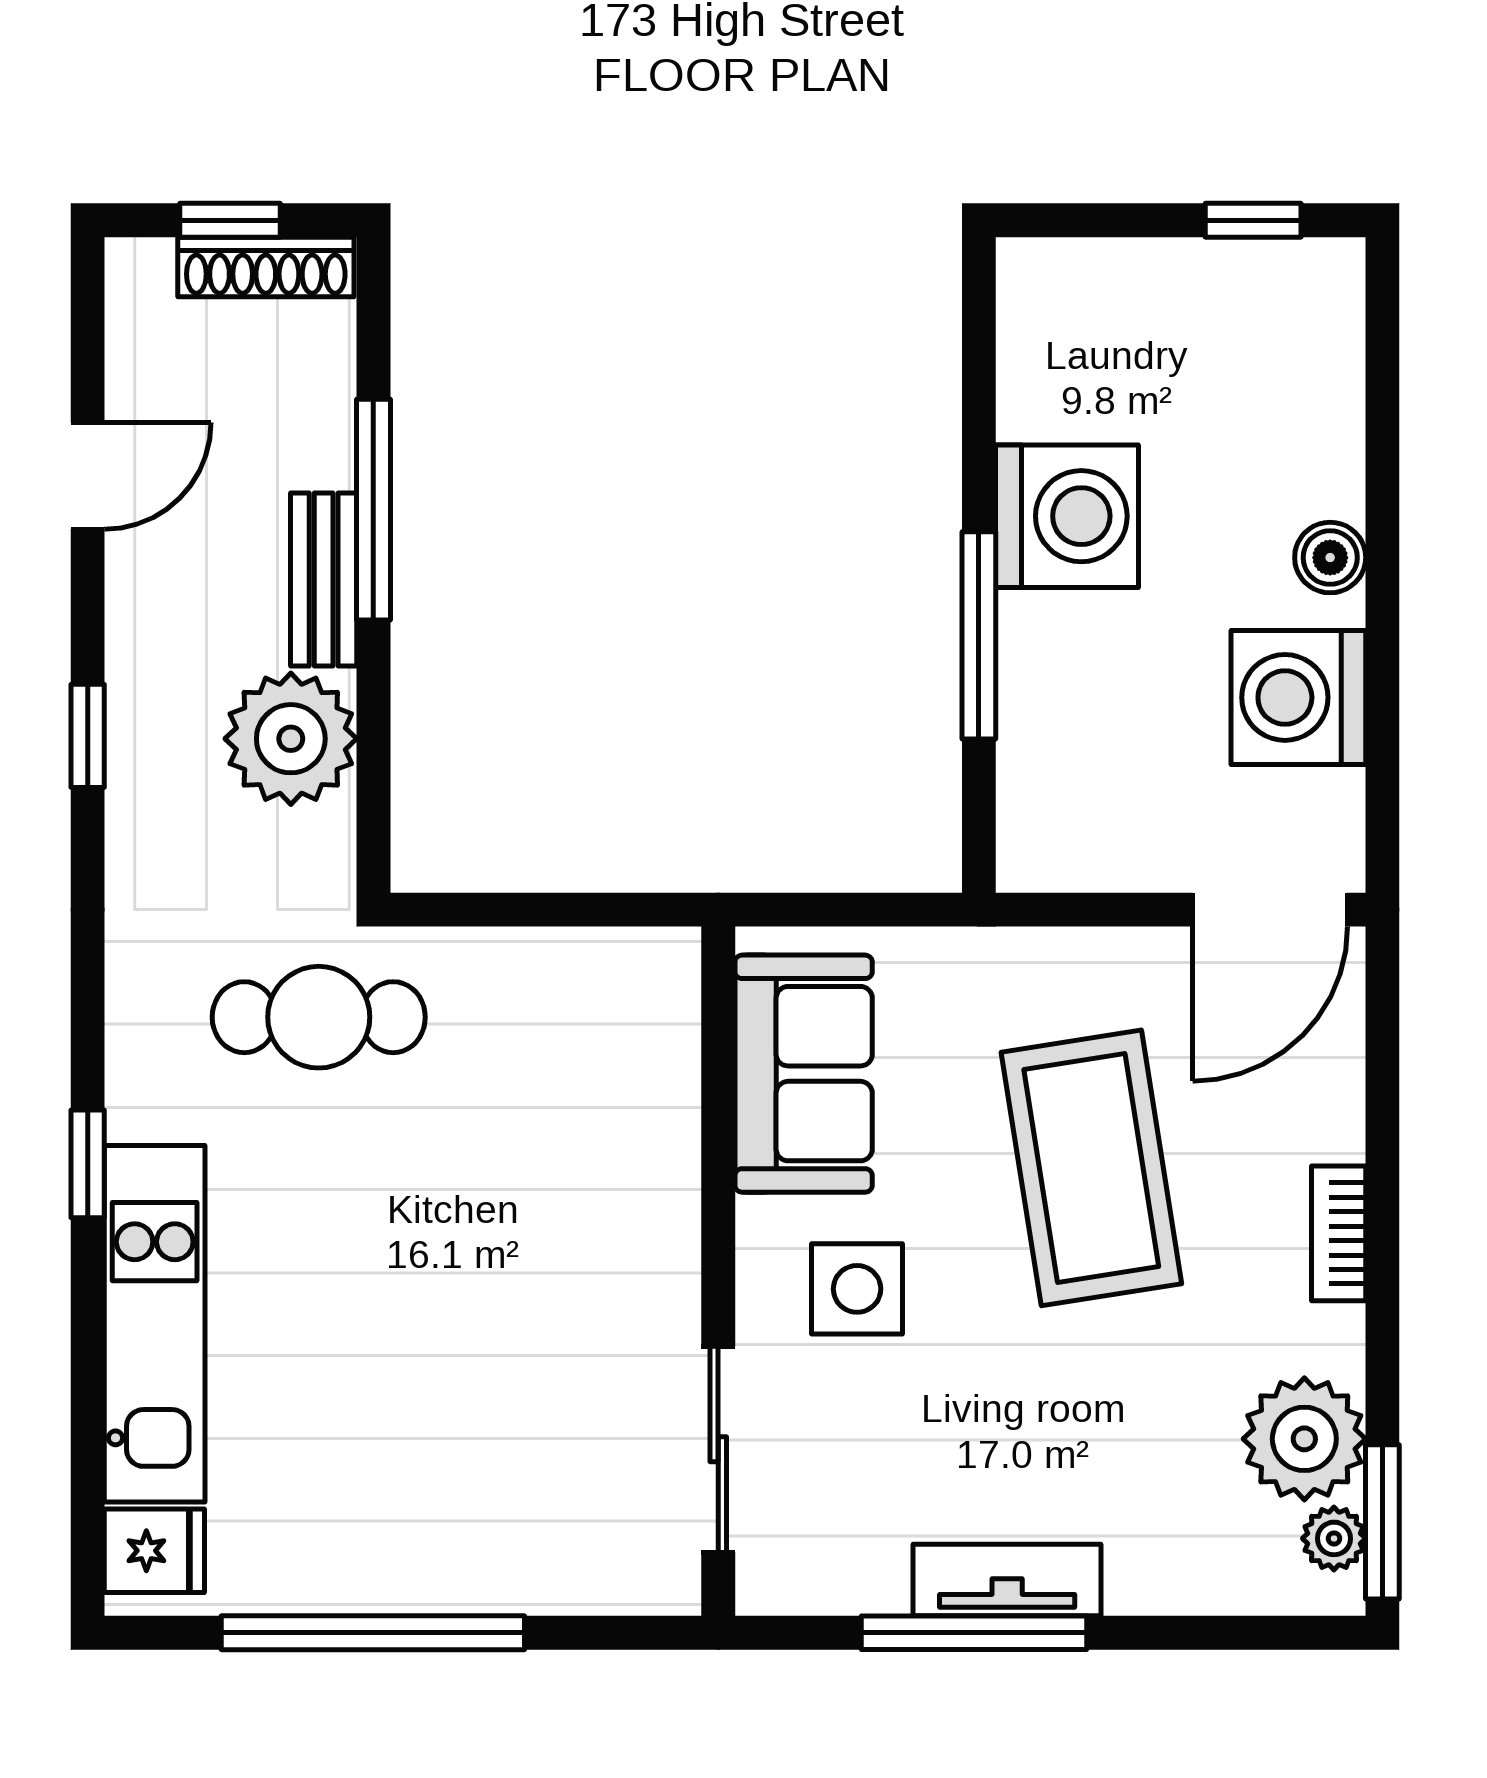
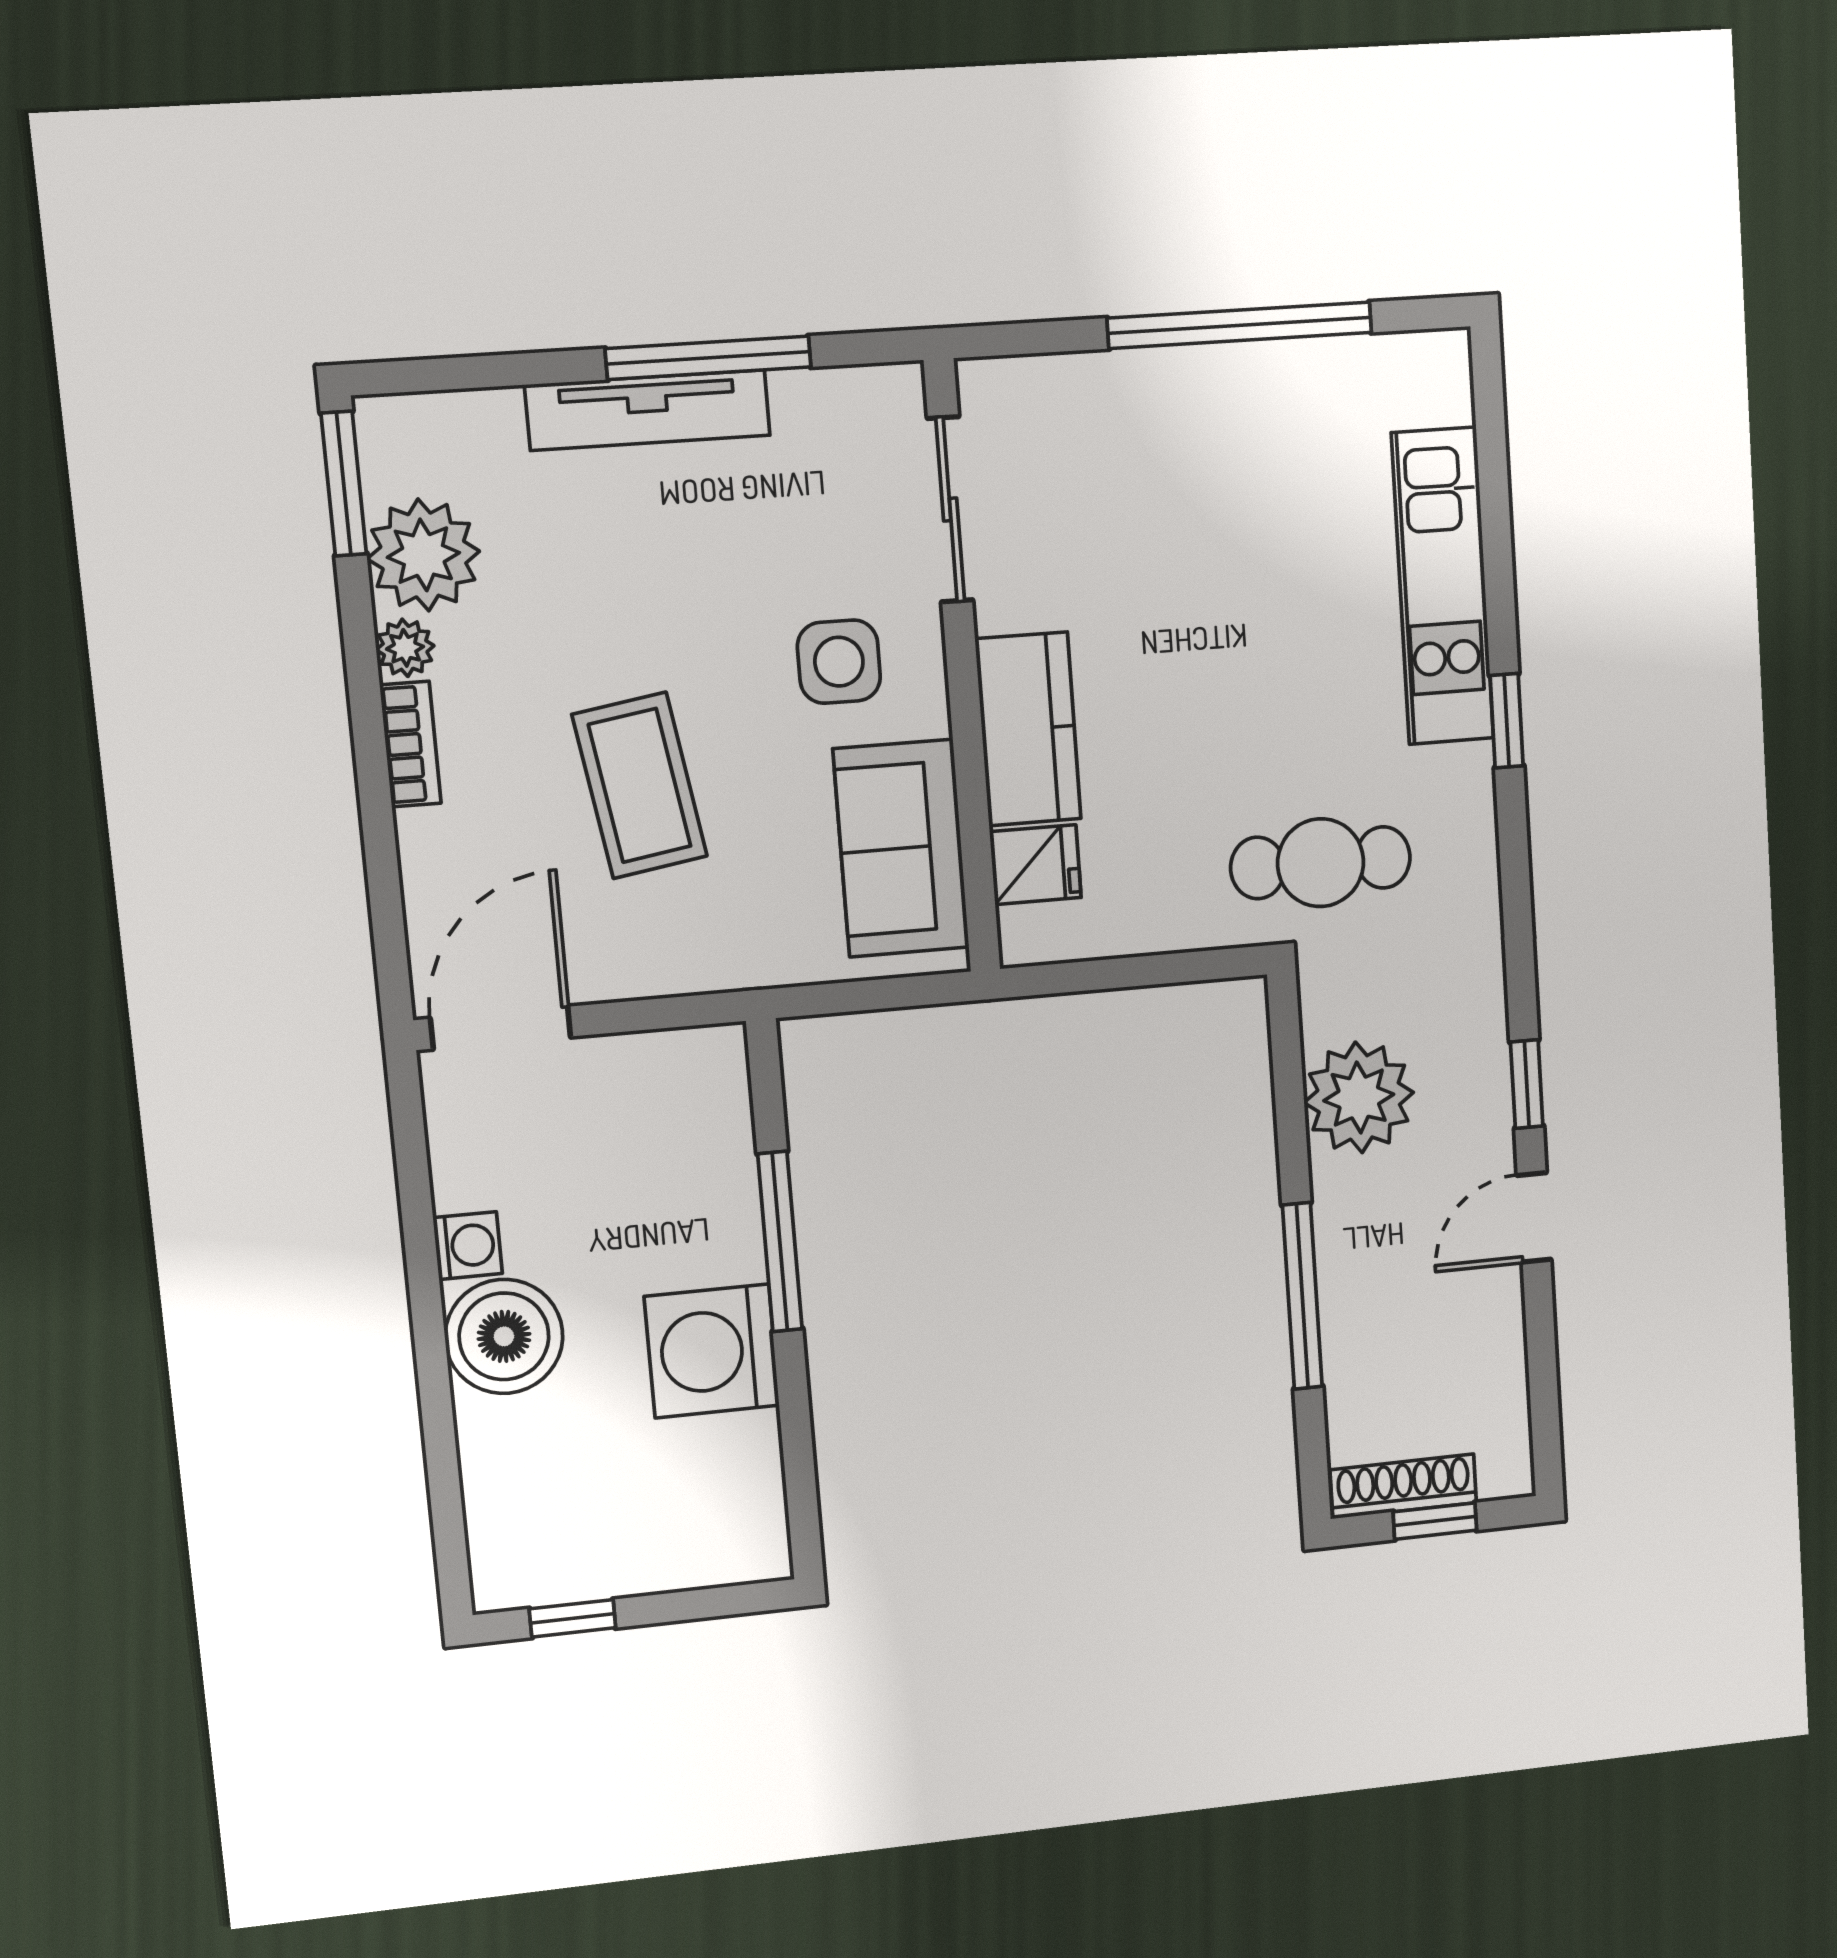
door: (88, 476) -> (1534, 1217), moved
boiler: (1330, 558) -> (504, 1336), width x1.86, depth x1.86
bench: (324, 580) -> (1340, 1234), removed
washing machine: (1298, 697) -> (468, 1246), width x0.53, depth x0.53
coffee table: (1091, 1168) -> (640, 785), width x0.73, depth x0.76
kitchen counter: (648, 1197) -> (1028, 729), added
plant: (1334, 1538) -> (405, 648), moved
fridge: (154, 1551) -> (1035, 865), moved, turned 180
tv unit: (1007, 1580) -> (648, 410), width x1.41

